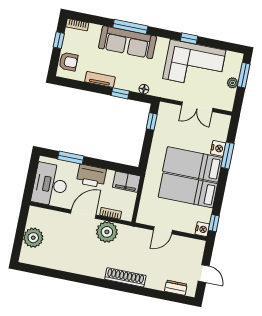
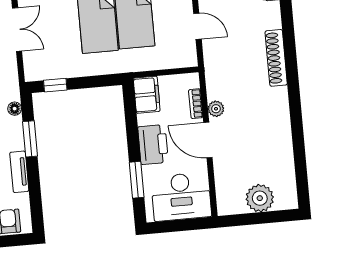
window: (120, 93) -> (30, 139), width x1.50
plant: (107, 232) -> (216, 109), width x0.53, depth x0.53

